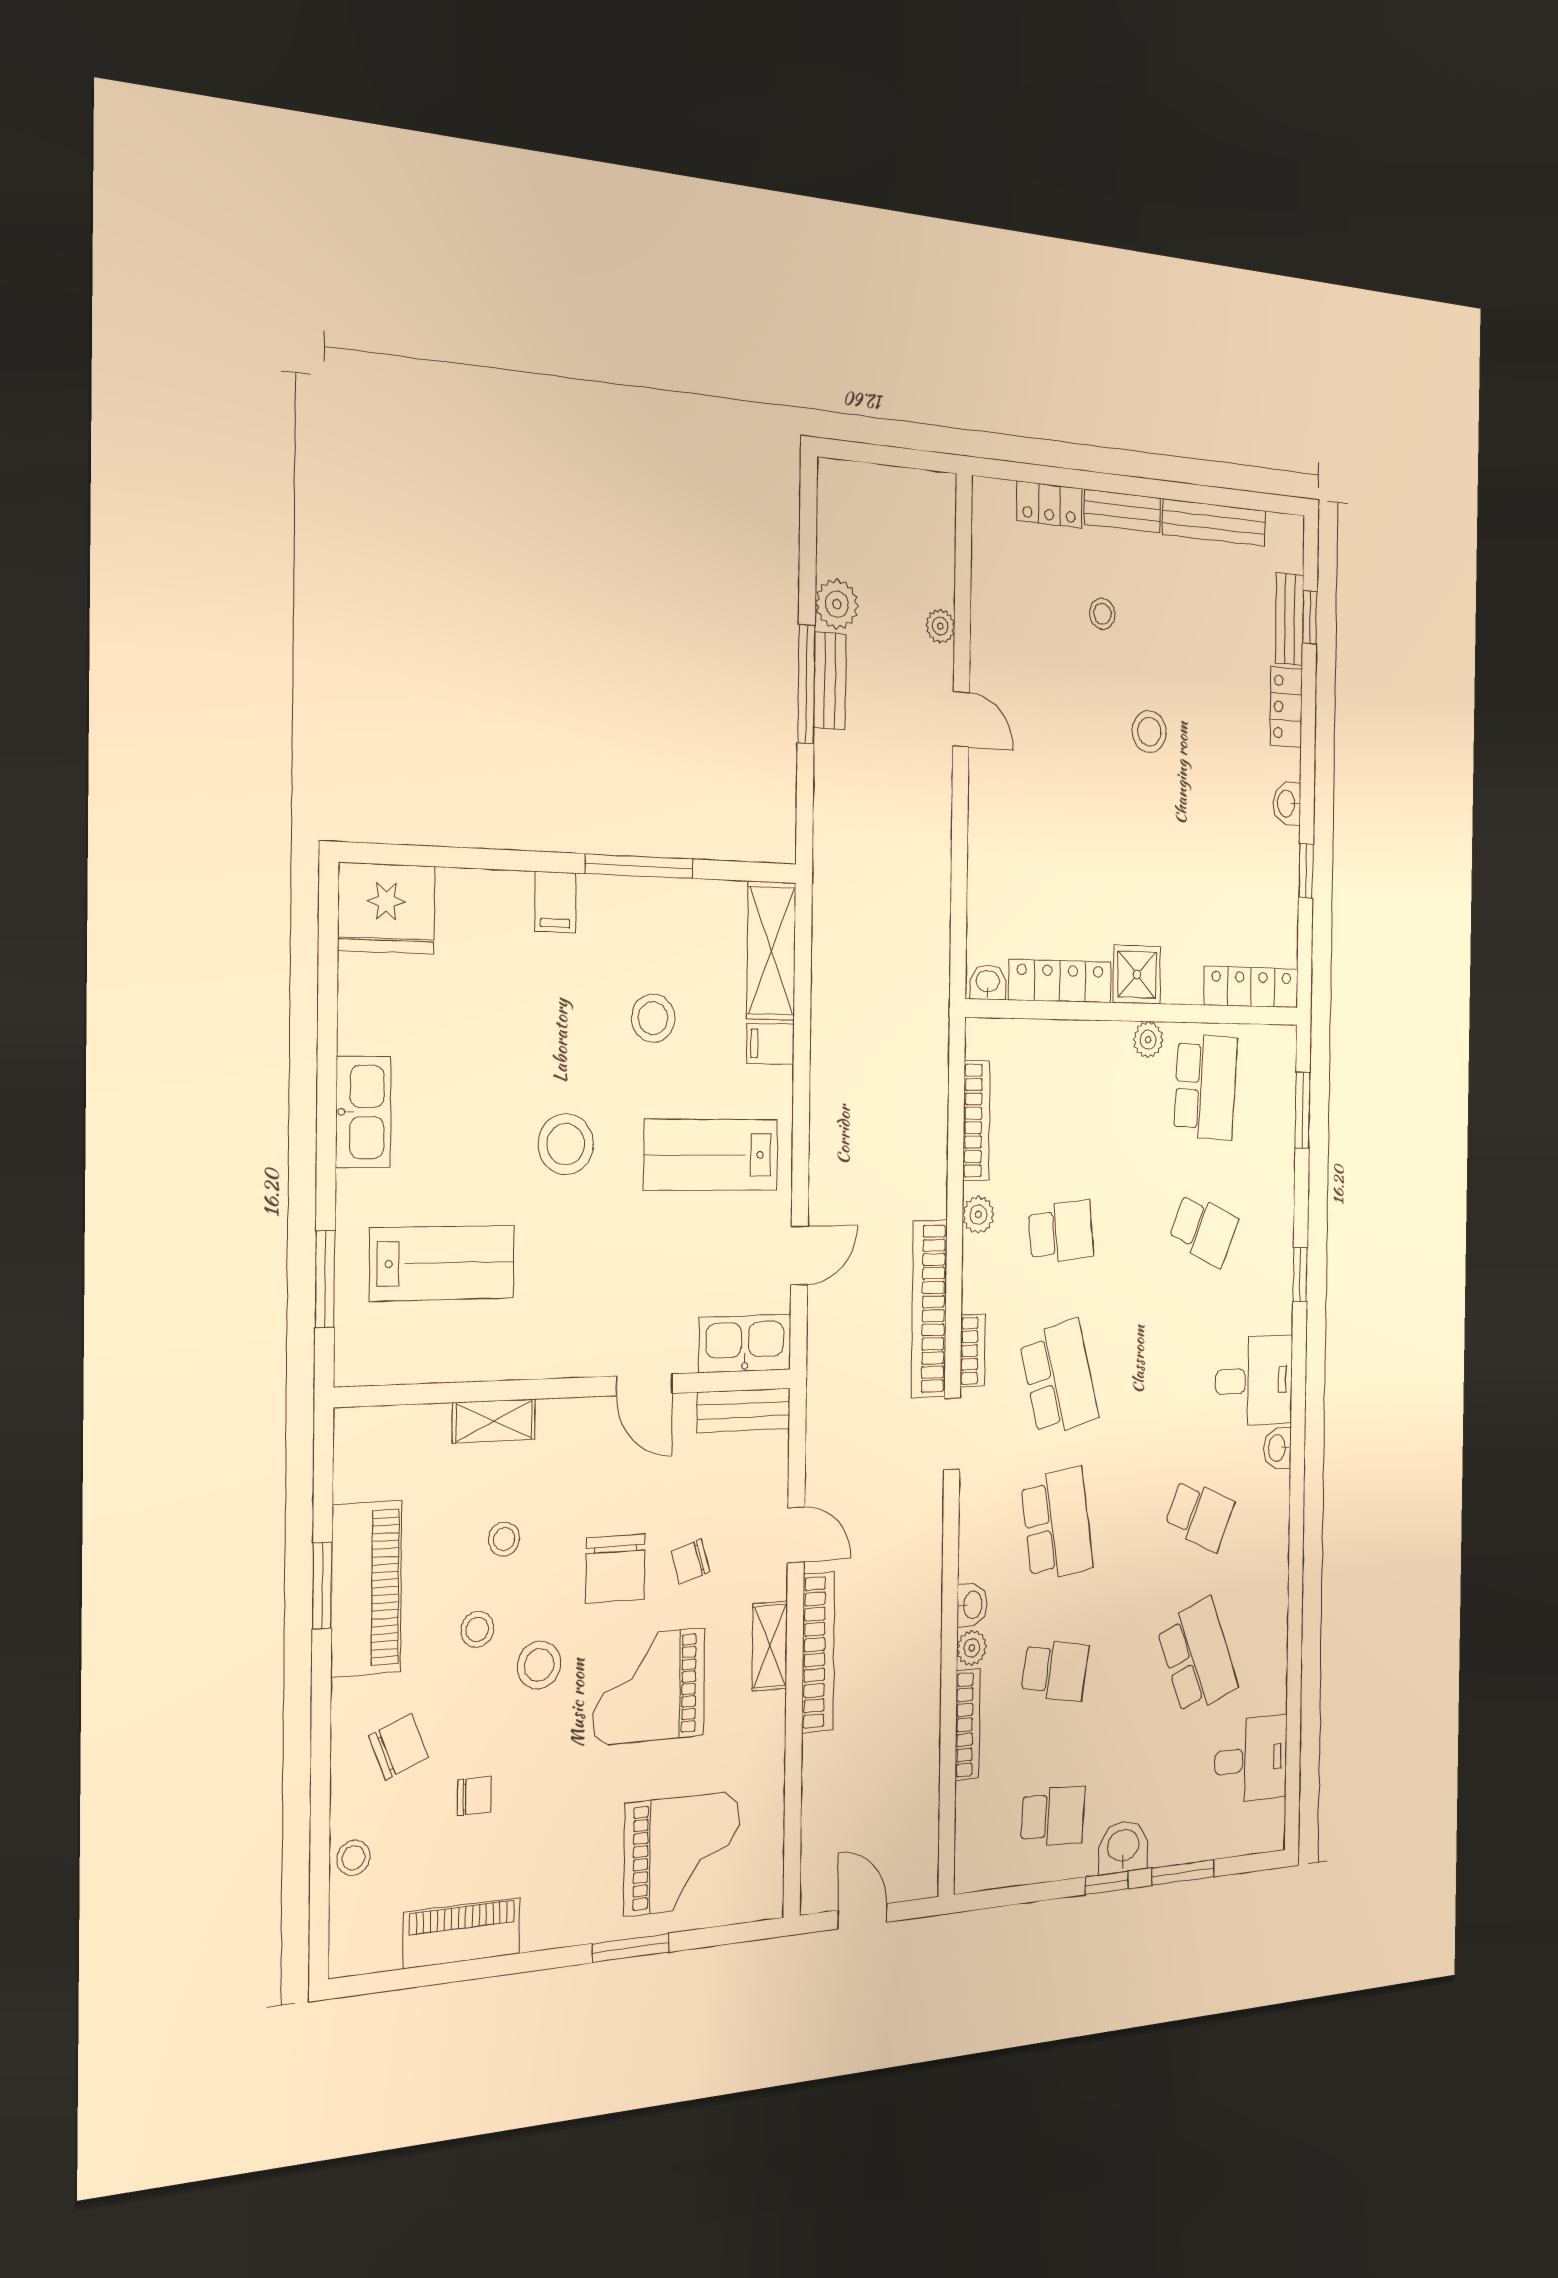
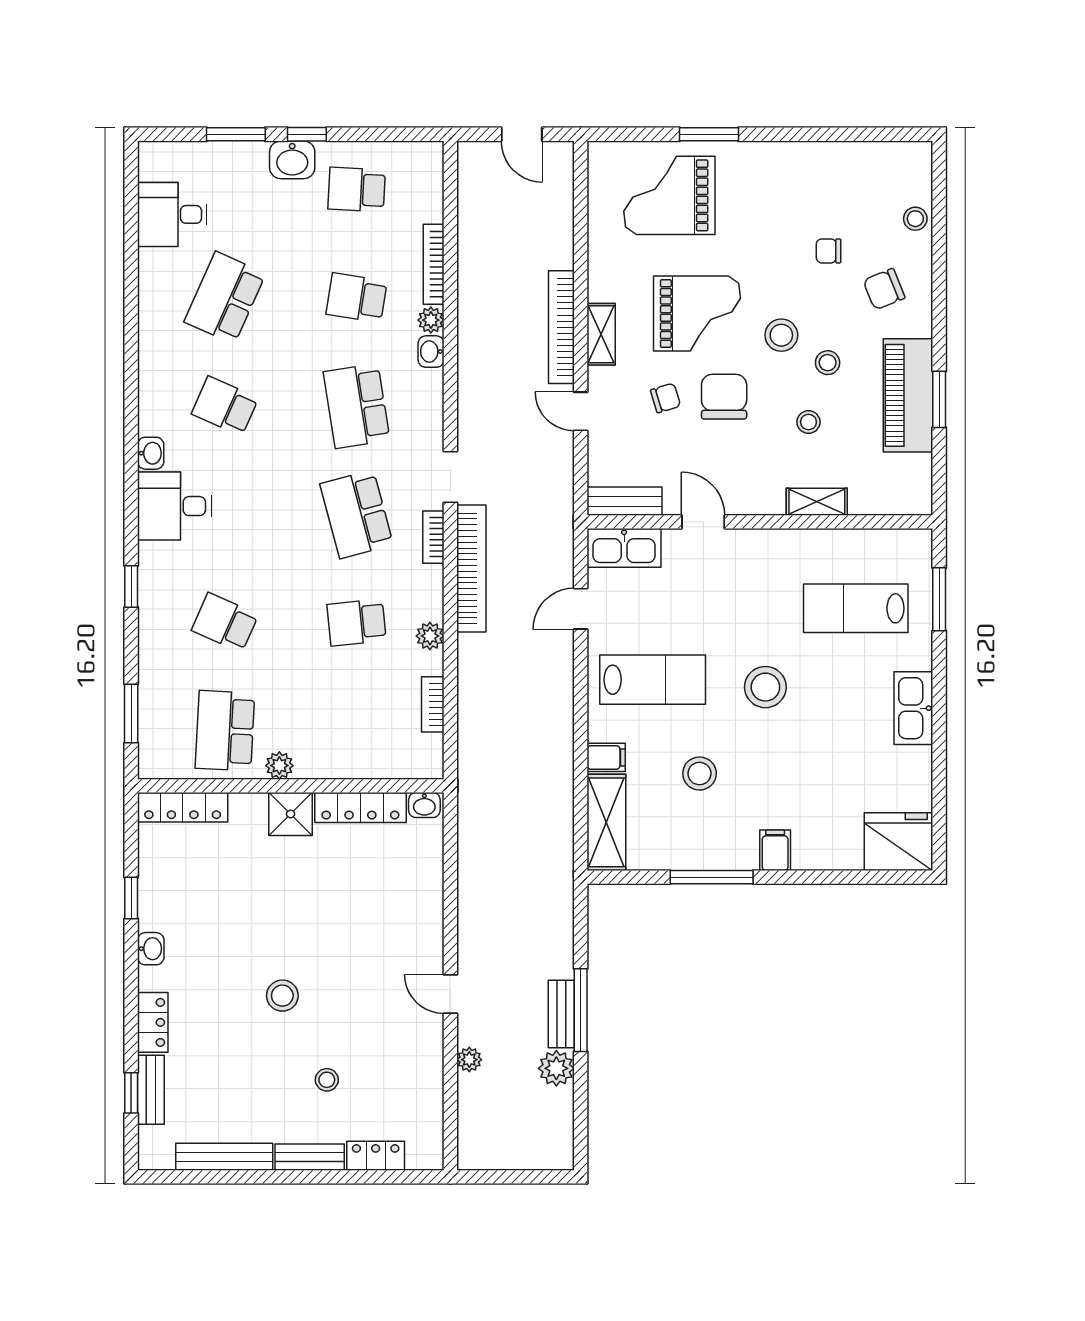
bookcase: (976, 1121) -> (433, 704), width x0.64
school desk: (1197, 1657) -> (225, 298), turned 45
piano: (462, 1933) -> (837, 160), removed

